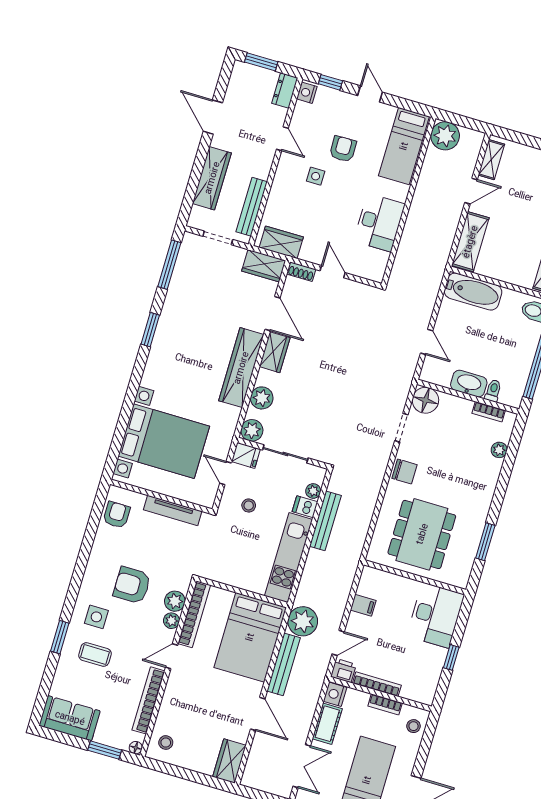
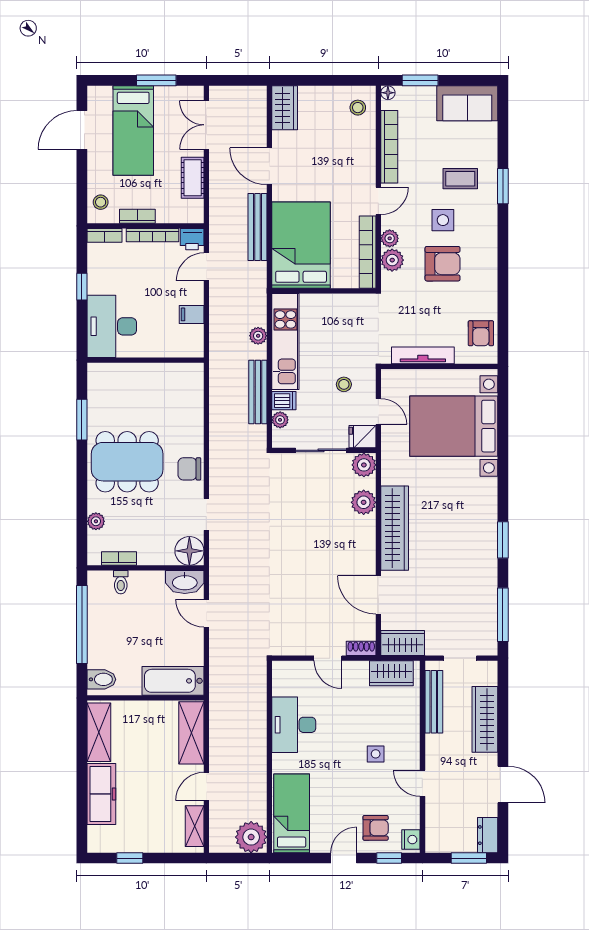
dresser: (285, 90) -> (488, 835), moved, turned 180
door: (370, 94) -> (344, 858), swing flipped
armchair: (343, 149) -> (376, 828), moved, turned -89
wardrobe: (275, 352) -> (364, 555), removed
washbasin: (469, 384) -> (185, 582), moved
dining table: (422, 534) -> (127, 462), moved, turned 90
side table: (96, 617) -> (443, 220), moved
plant: (303, 621) -> (258, 336), moved, width x0.53, depth x0.53
nightstand: (335, 694) -> (194, 211), removed
bookcase: (419, 696) -> (105, 235), added

